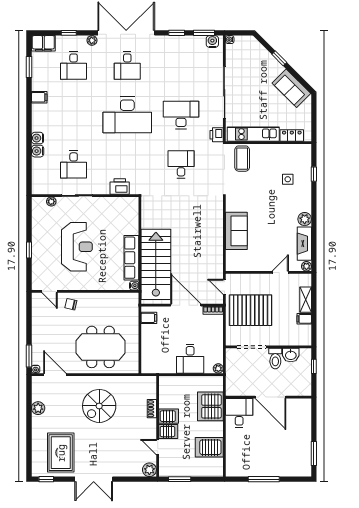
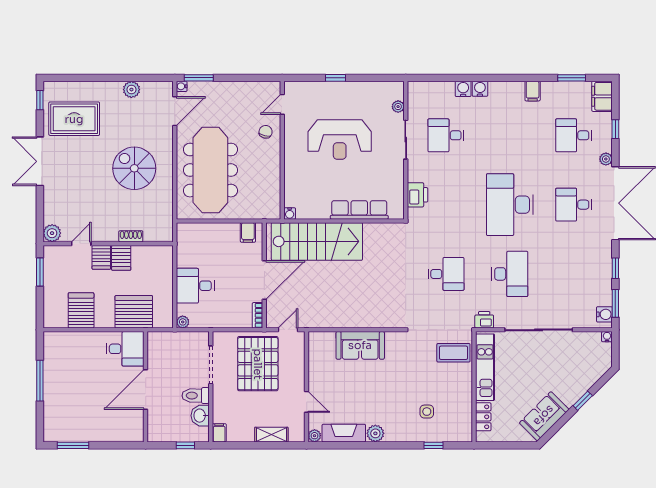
row of seats: (131, 258) -> (359, 210), moved
filing cabinet: (304, 319) -> (219, 433), moved
meeting table: (100, 347) -> (210, 170), width x1.36

